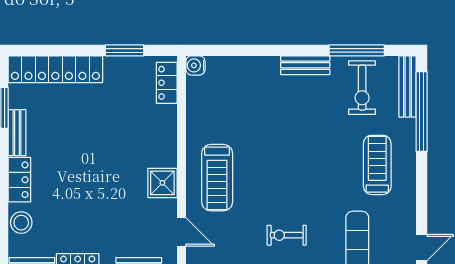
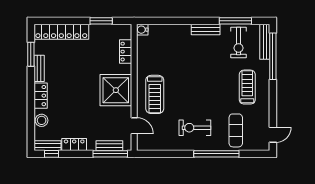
locker: (167, 83) -> (126, 52), moved
shower: (162, 183) -> (116, 90), width x1.86, depth x1.86
exercise bike: (287, 235) -> (195, 128), width x1.38, depth x1.39

